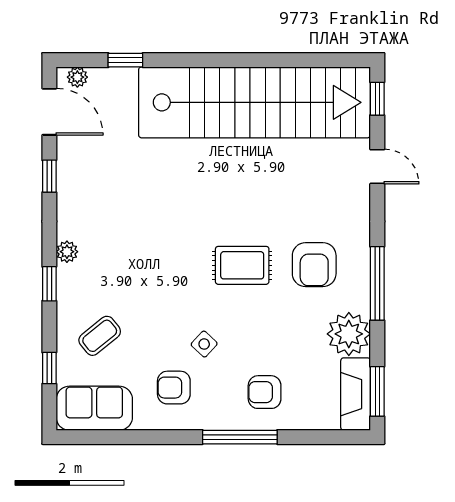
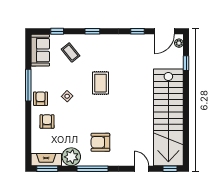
door: (377, 167) -> (141, 169), swing flipped
plant: (67, 252) -> (106, 39), removed
rug: (242, 265) -> (100, 83), moved
armchair: (174, 388) -> (41, 99), moved
window: (240, 437) -> (28, 85), moved

